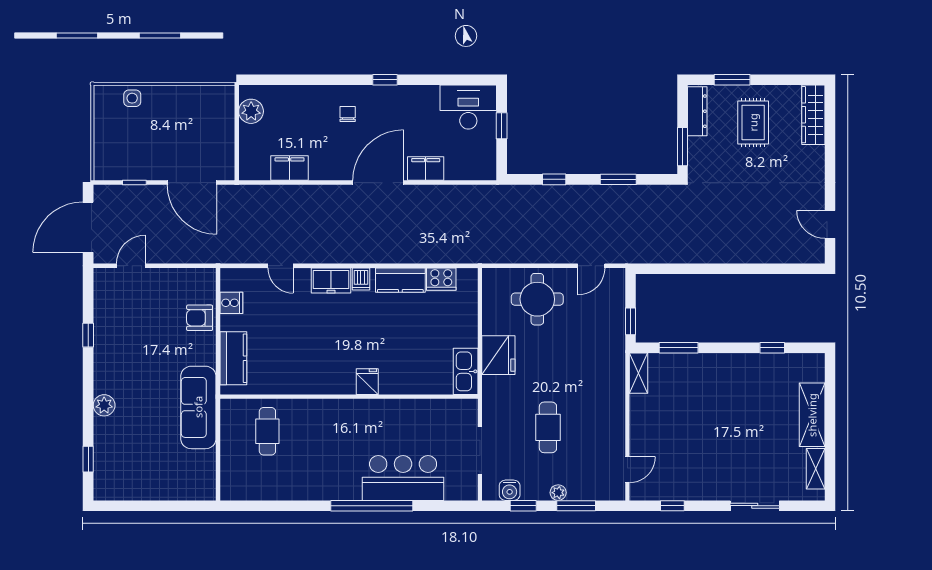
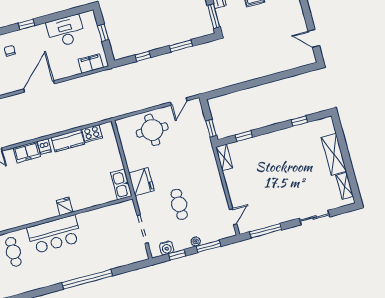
desk: (468, 107) -> (66, 31), moved
filing cabinet: (426, 169) -> (91, 63), moved
window: (679, 348) -> (244, 136), width x0.67
fridge: (498, 355) -> (141, 182), moved
bar counter: (403, 478) -> (54, 234), moved, turned 180
window: (672, 506) -> (266, 231), width x2.17

